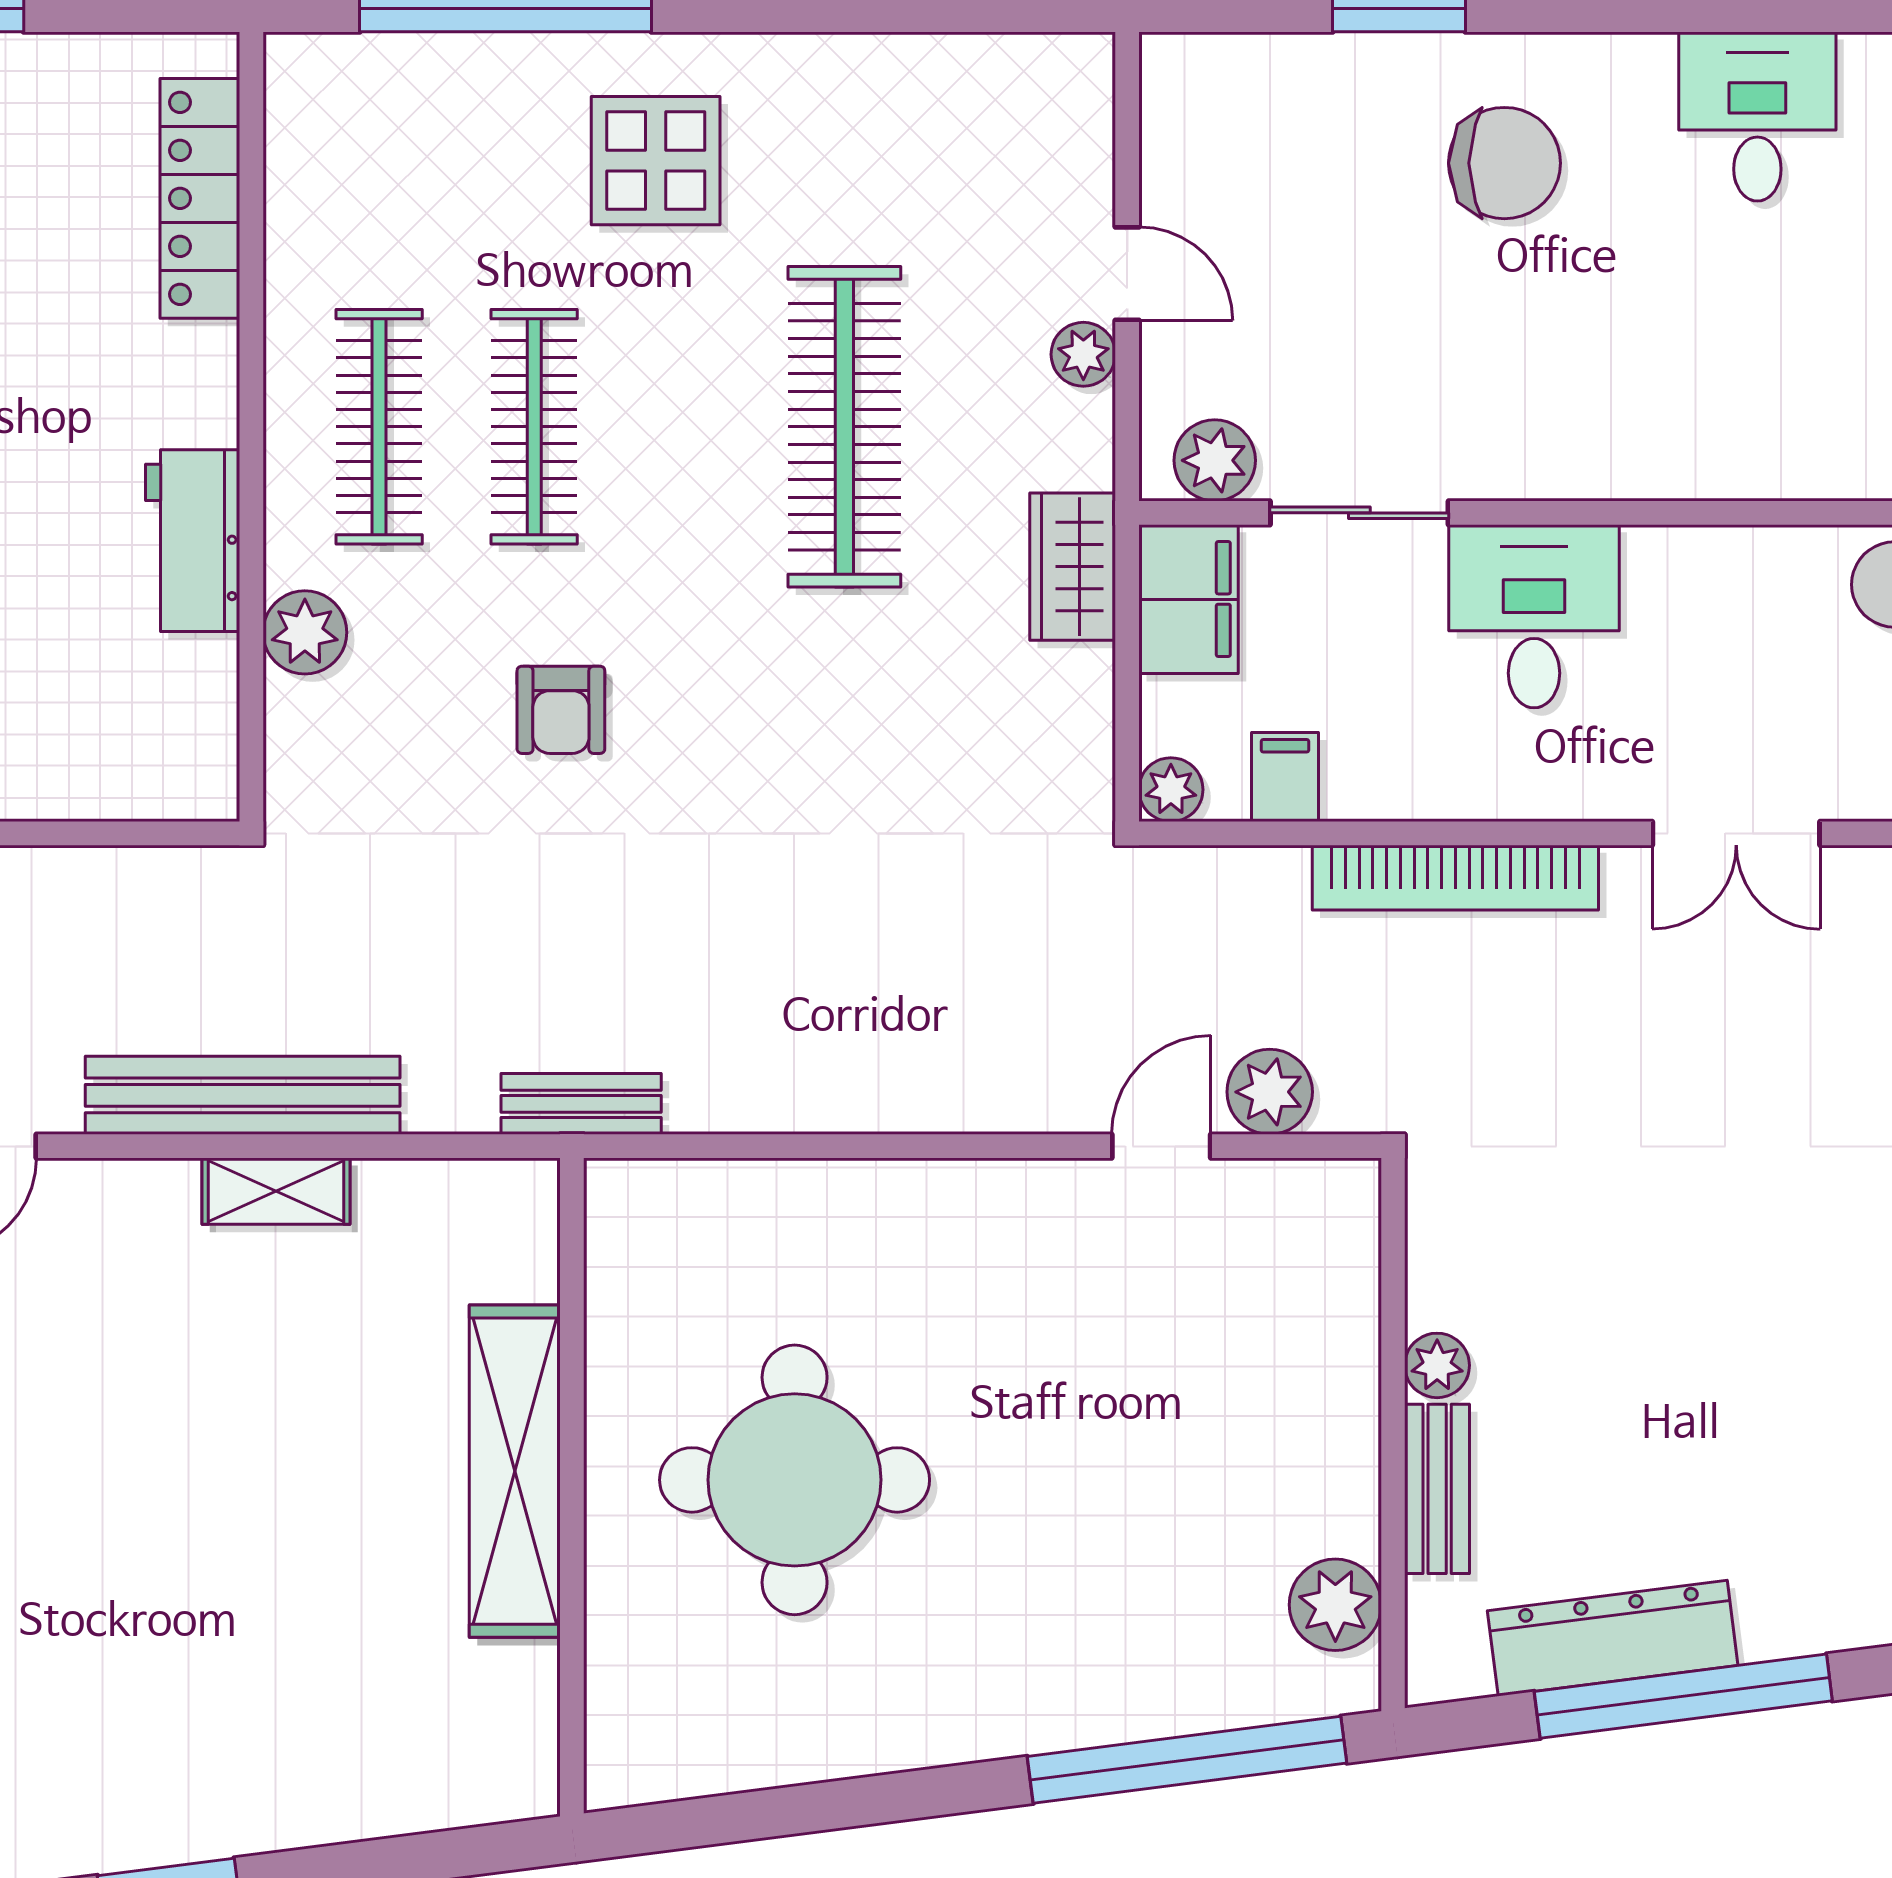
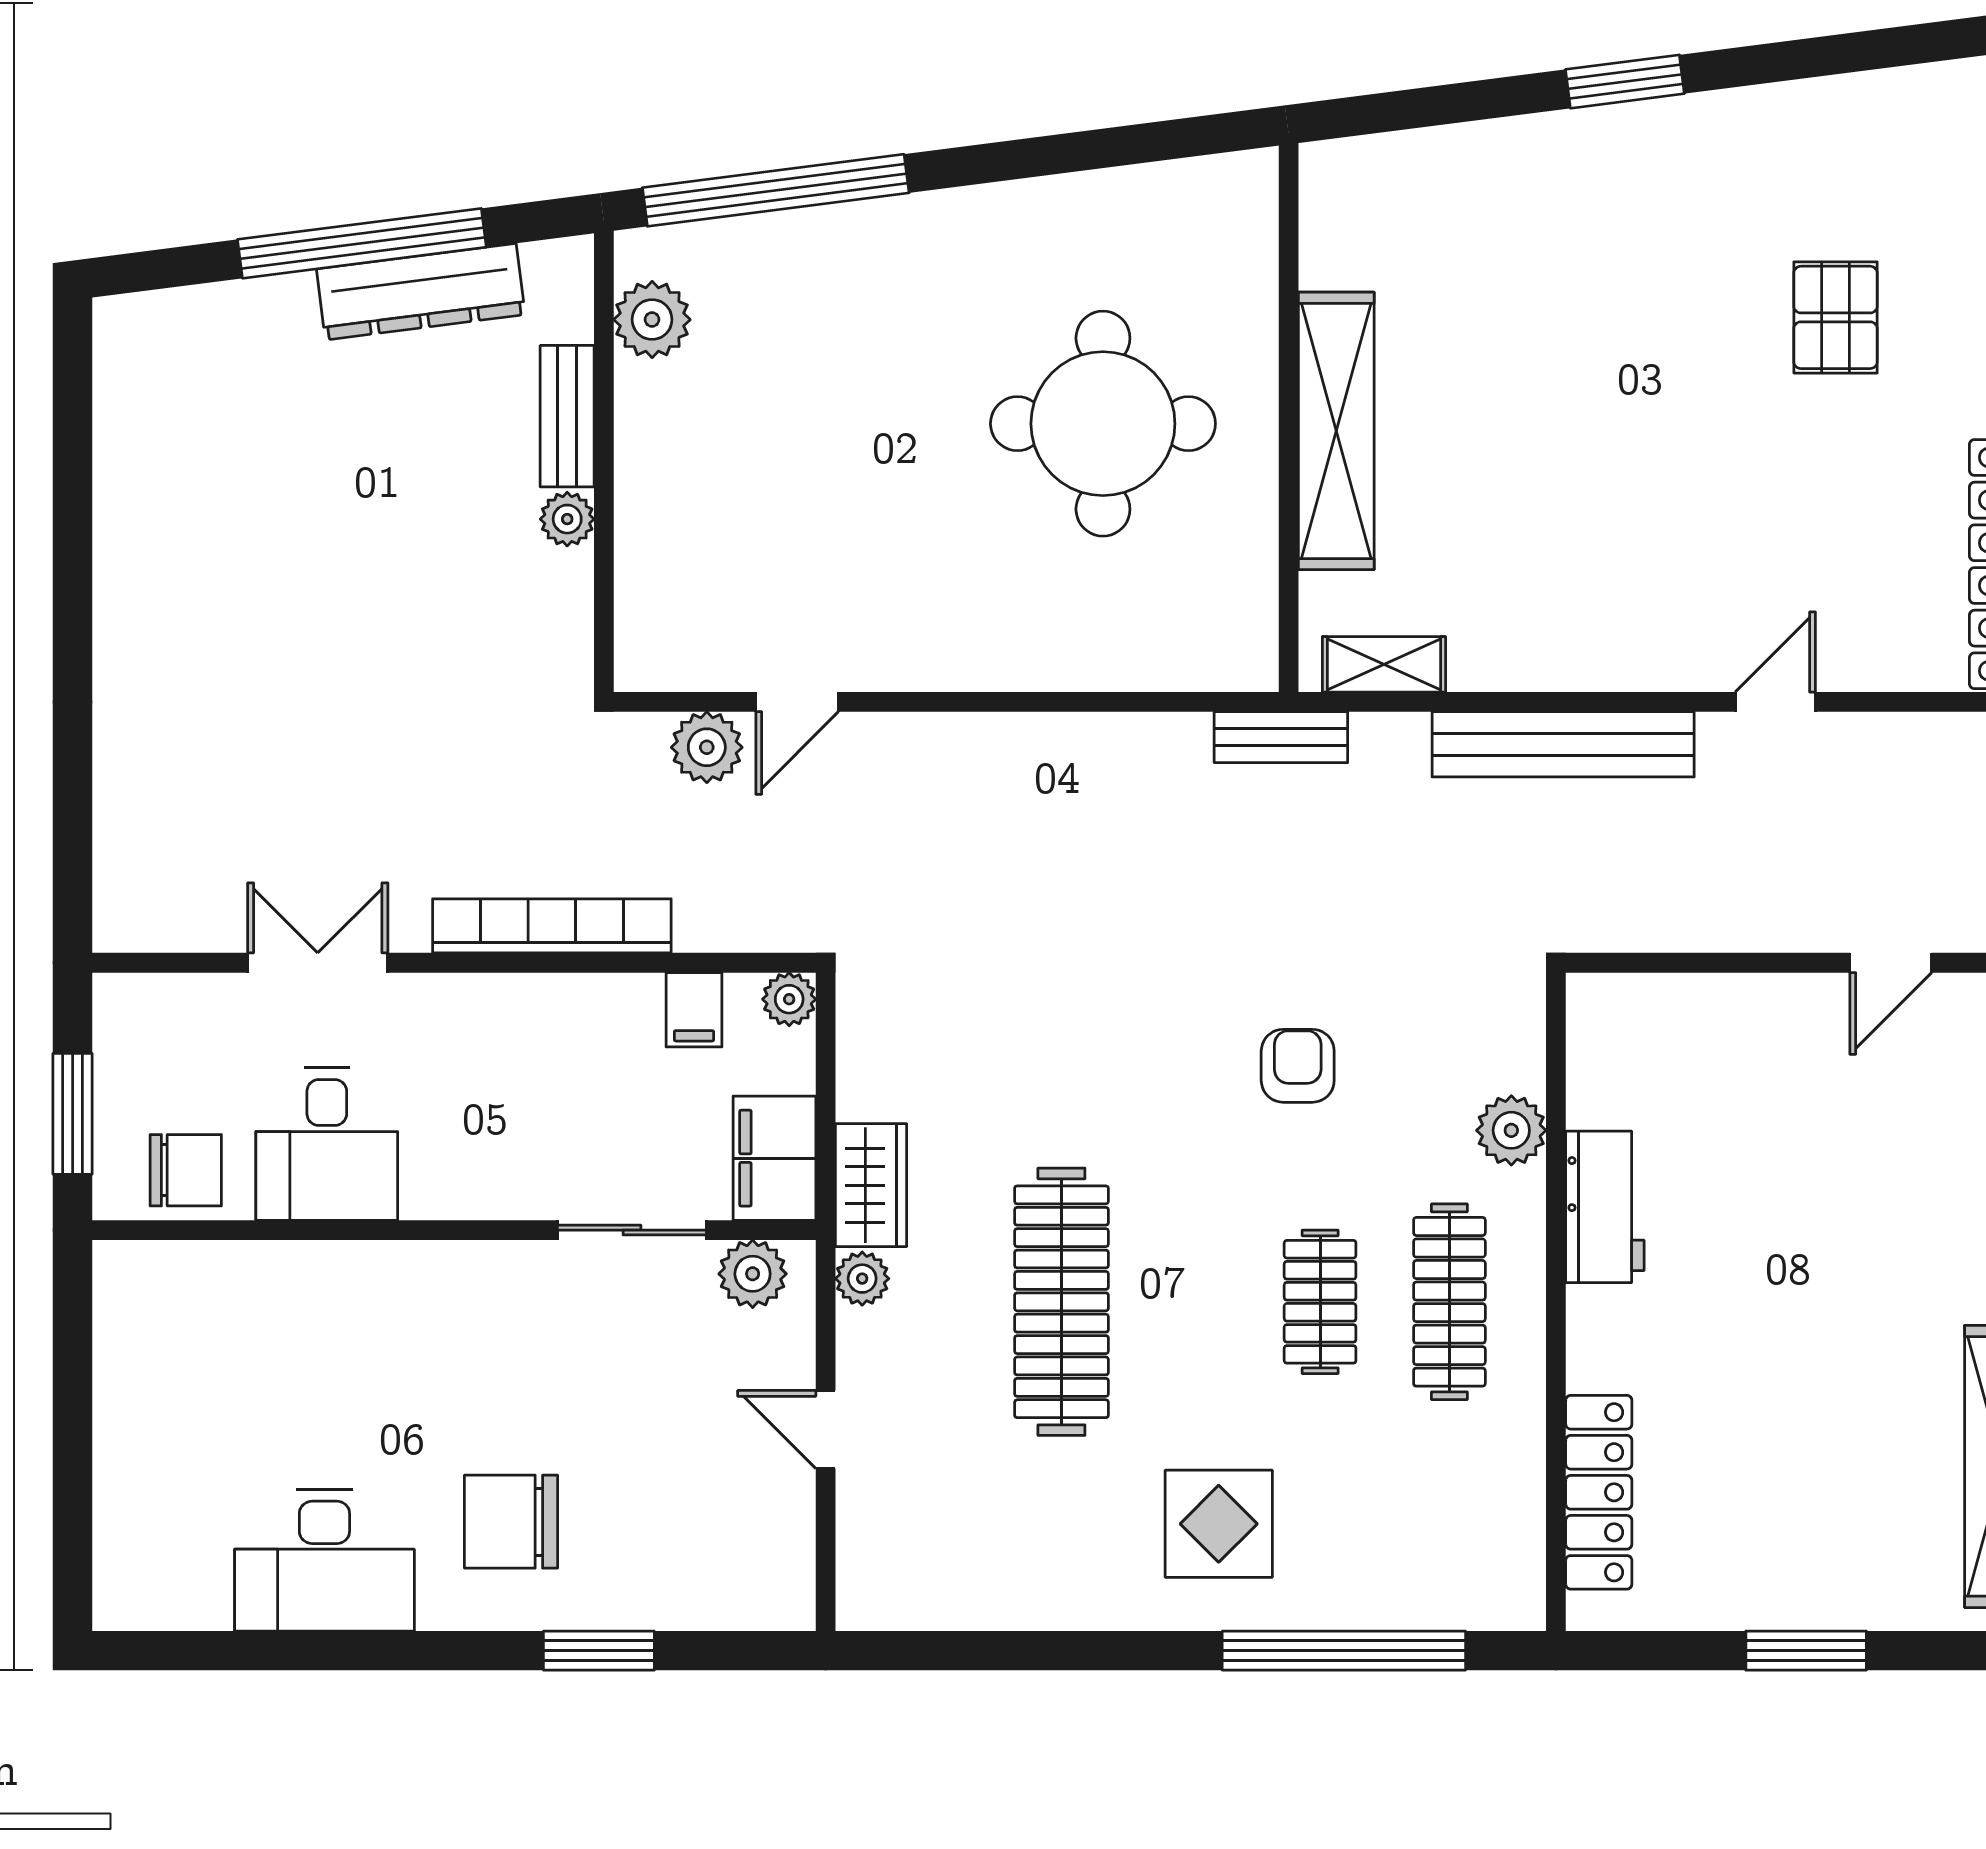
desk: (1757, 117) -> (324, 1560), width x1.37
plant: (1083, 354) -> (862, 1279), moved
clothes rail: (534, 427) -> (1320, 1302), width x0.73
desk: (1534, 616) -> (327, 1144), moved
shelving: (276, 1191) -> (1384, 664), moved

